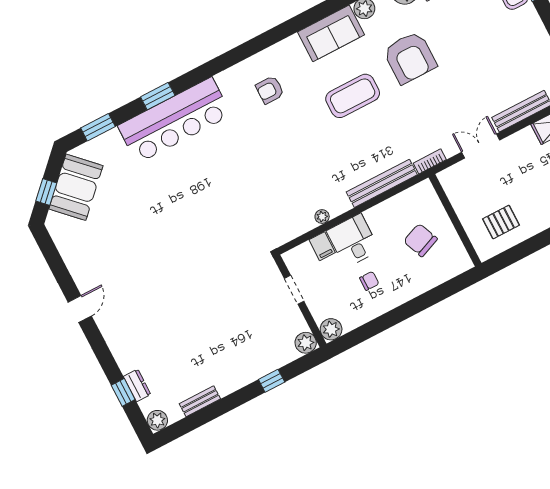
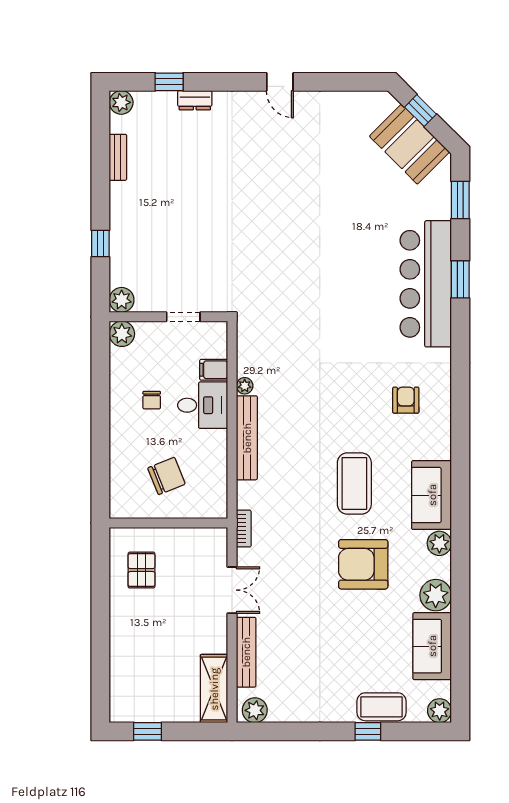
bench: (382, 183) -> (247, 438), moved
dresser: (137, 385) -> (195, 100), moved

